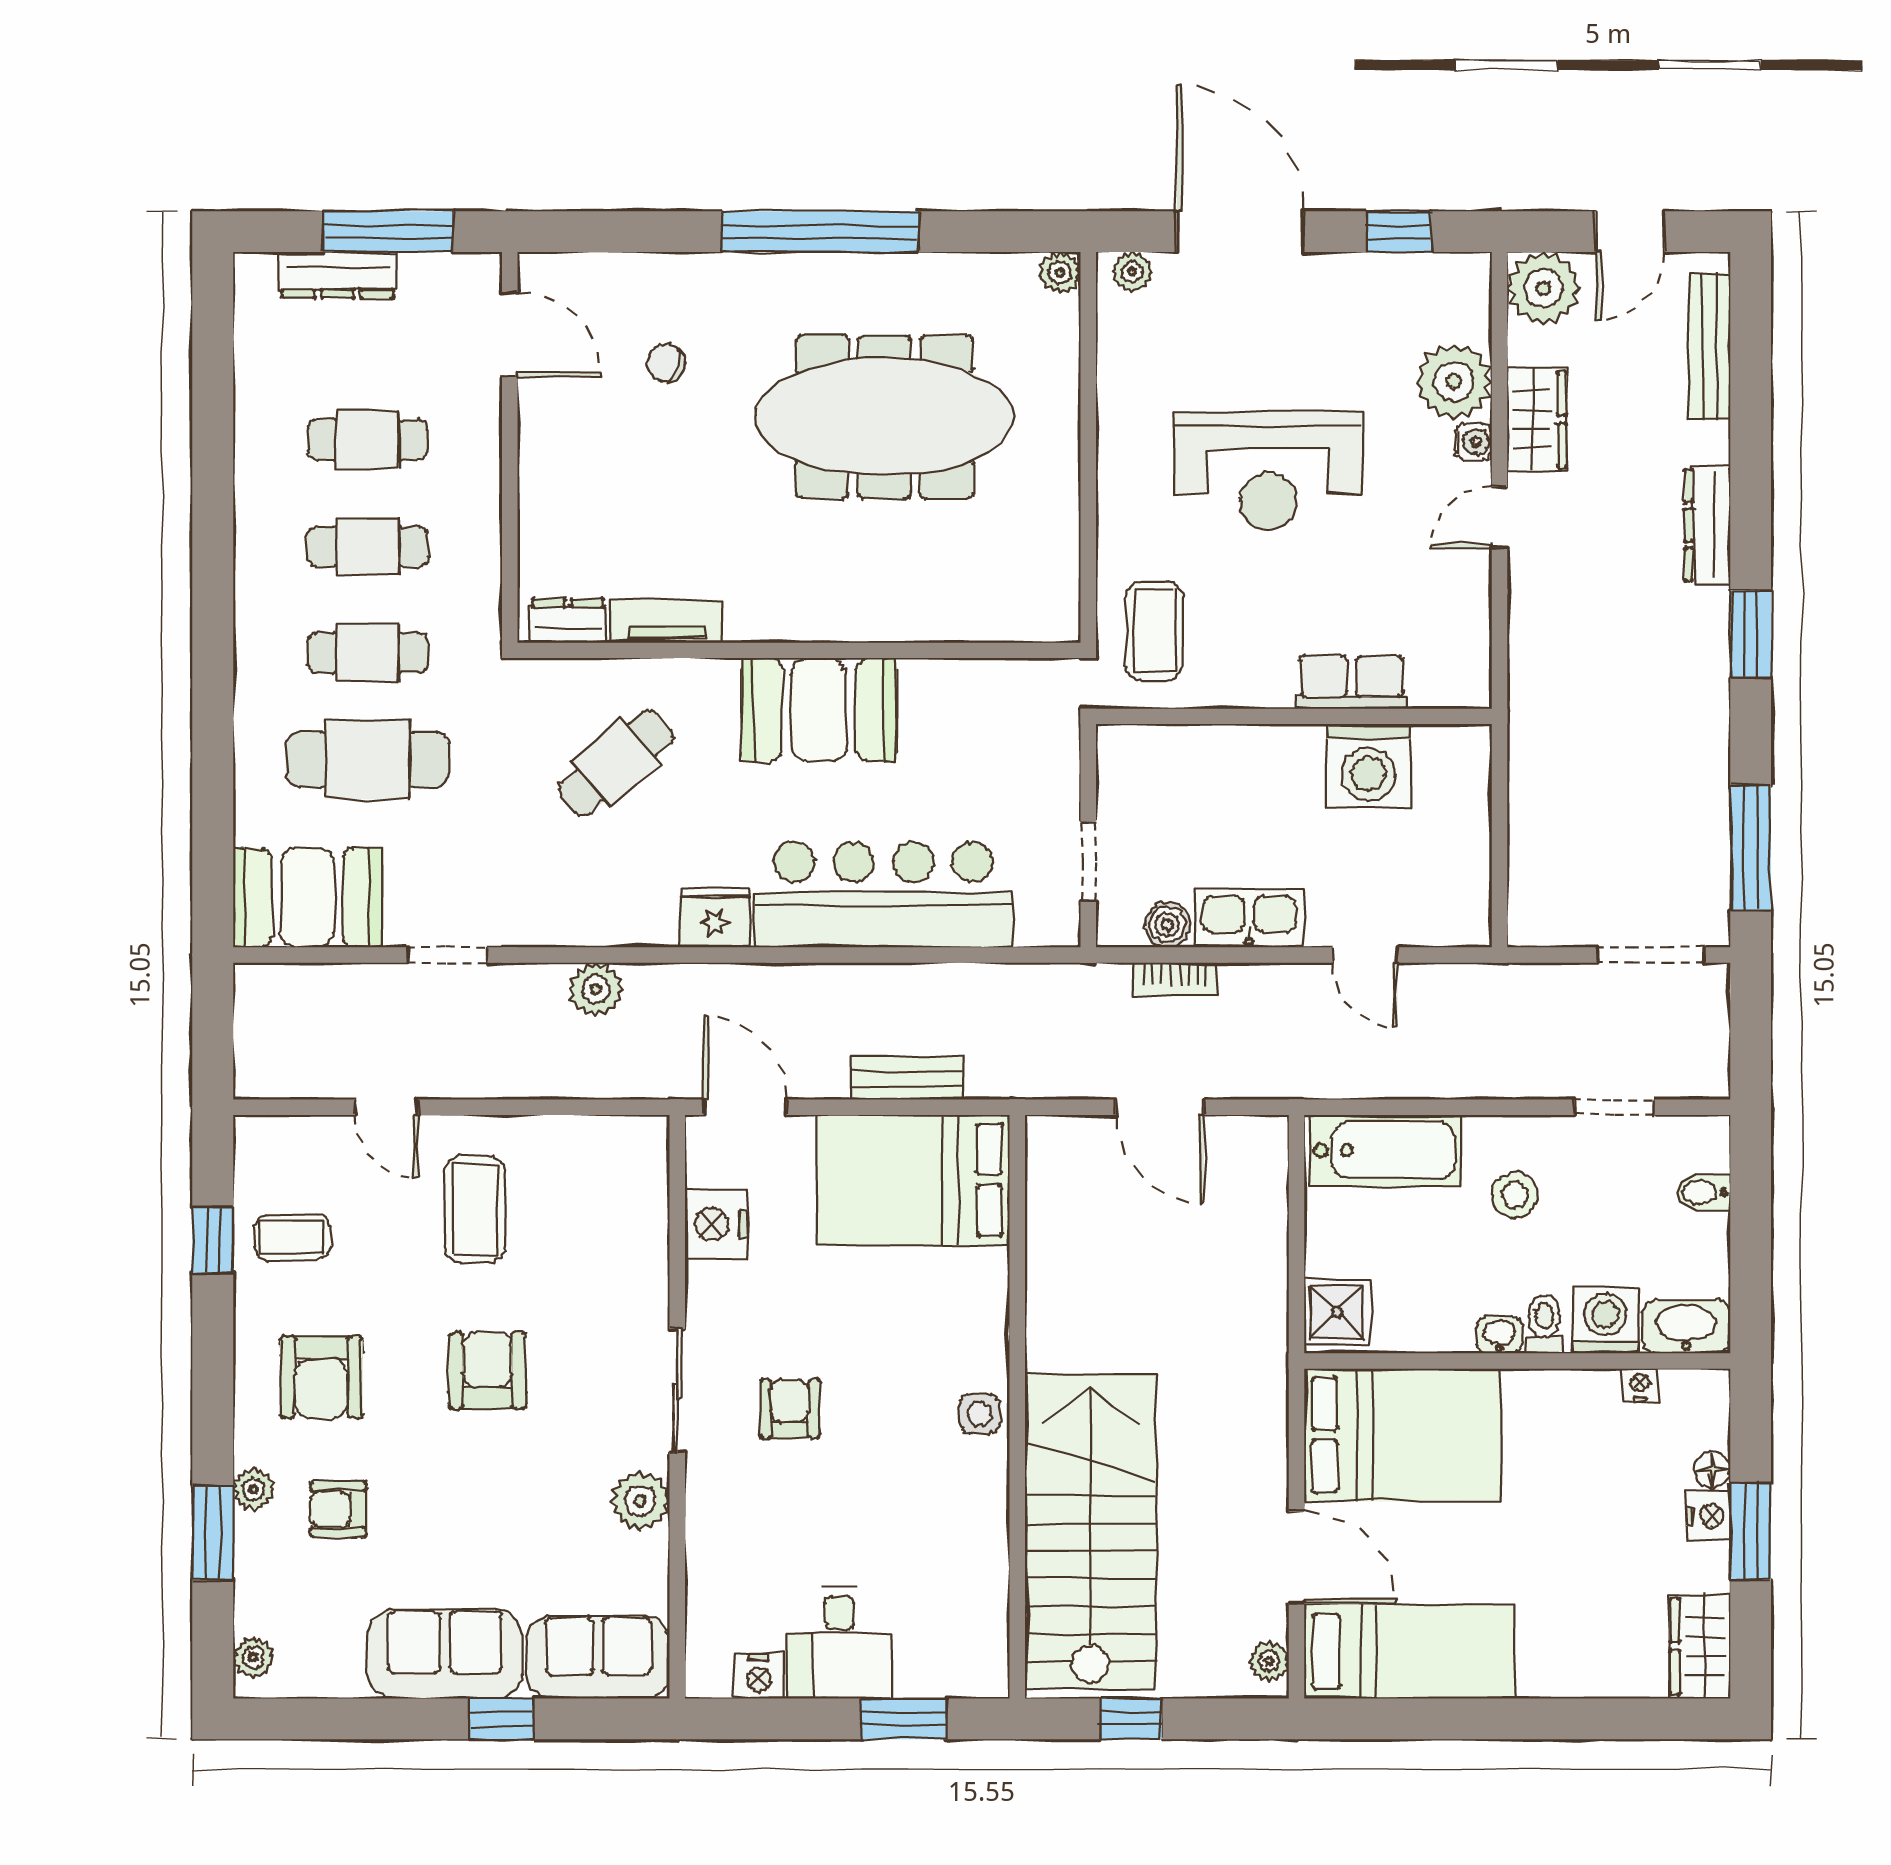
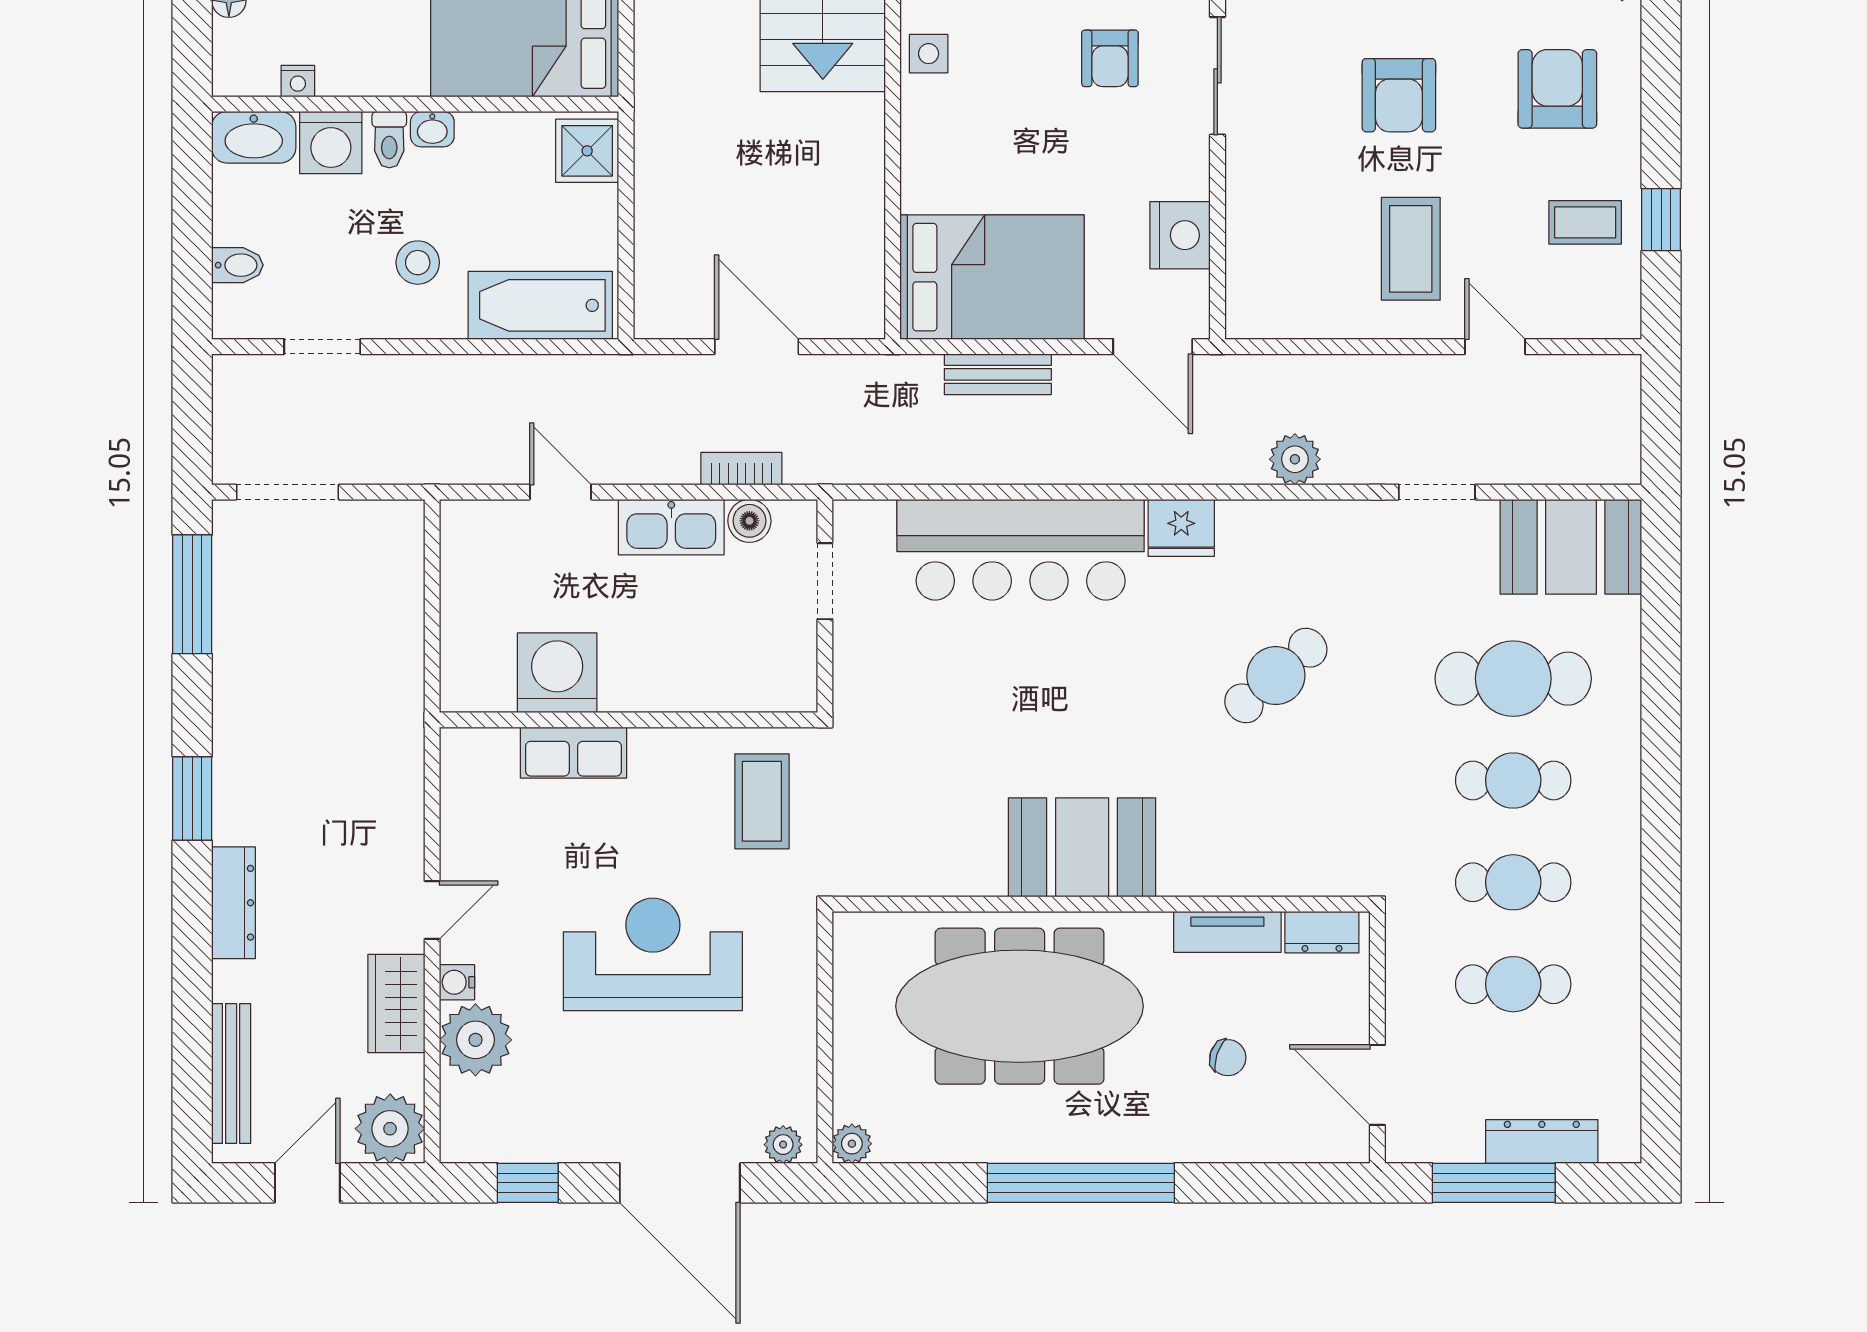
dresser: (568, 621) -> (1322, 932), moved
tv unit: (667, 621) -> (1227, 932), moved
wall: (799, 650) -> (1101, 904), moved
booth: (819, 710) -> (1082, 847), moved

